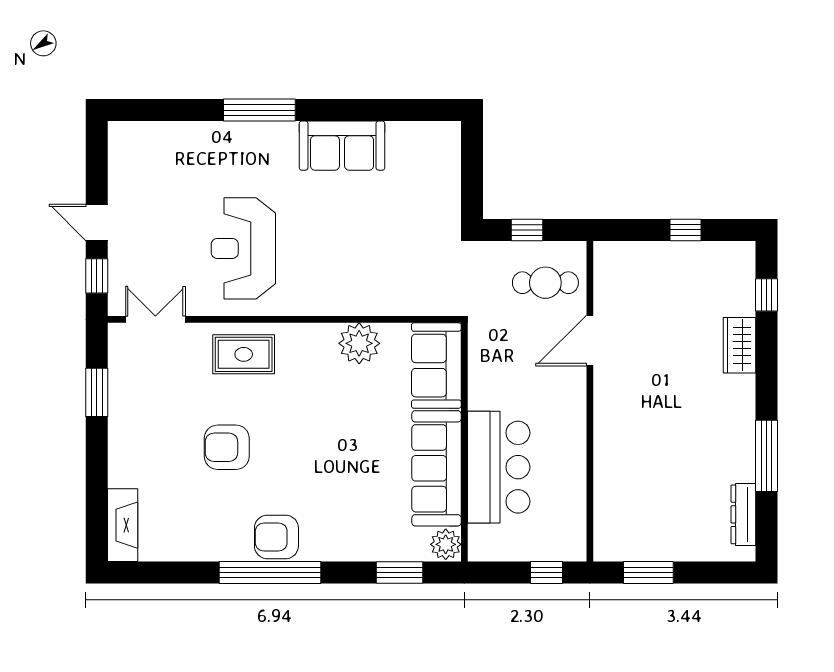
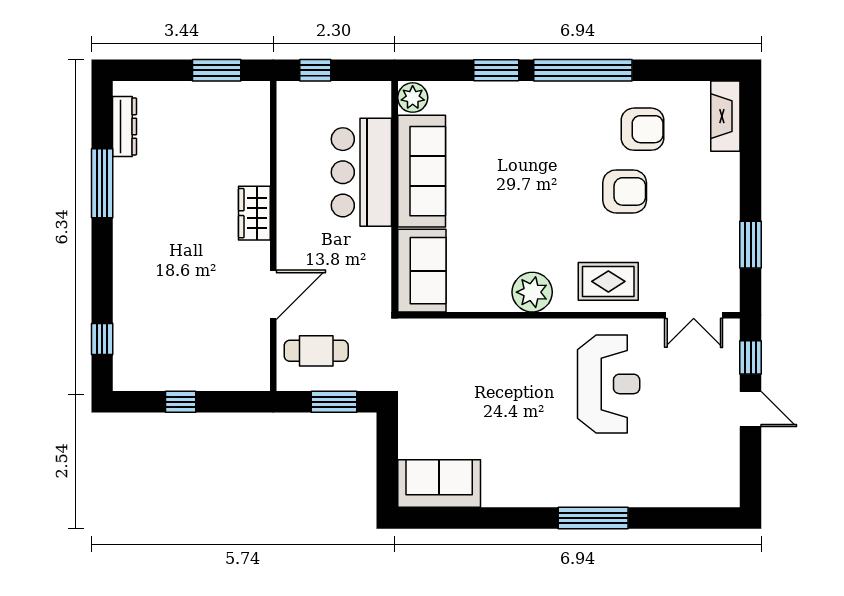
sofa: (342, 146) -> (439, 484), moved
window: (527, 230) -> (334, 402), width x1.50
plant: (359, 343) -> (532, 292), moved
wardrobe: (739, 345) -> (254, 213), moved, turned 180
armchair: (276, 537) -> (643, 129), moved
window: (399, 573) -> (496, 70), moved

